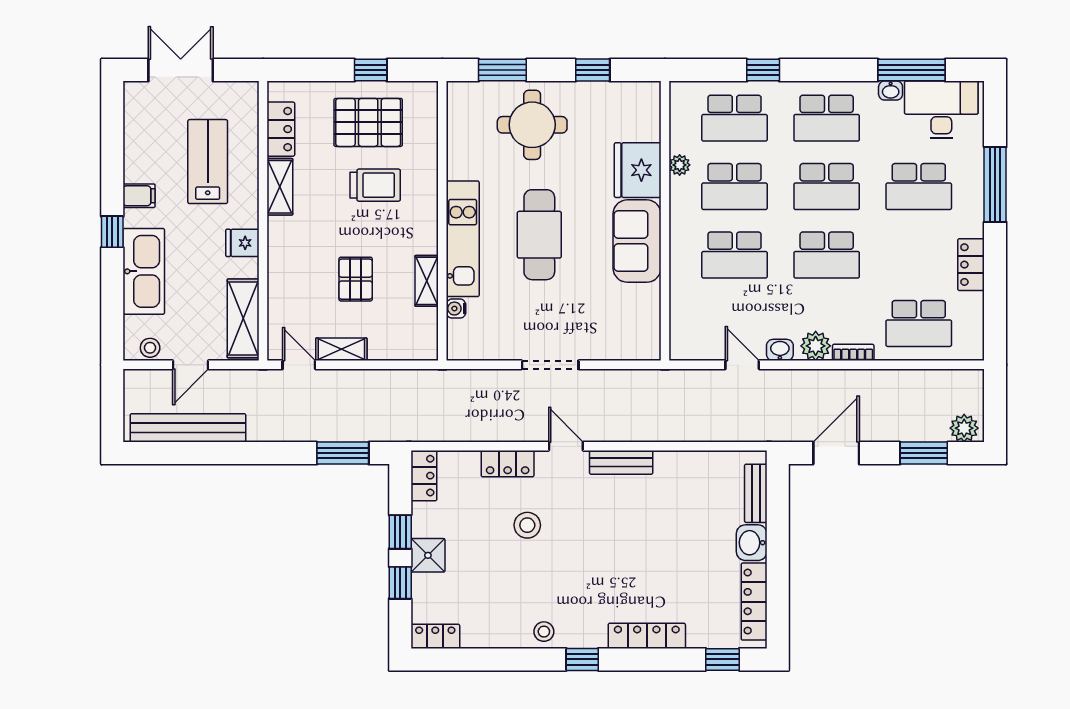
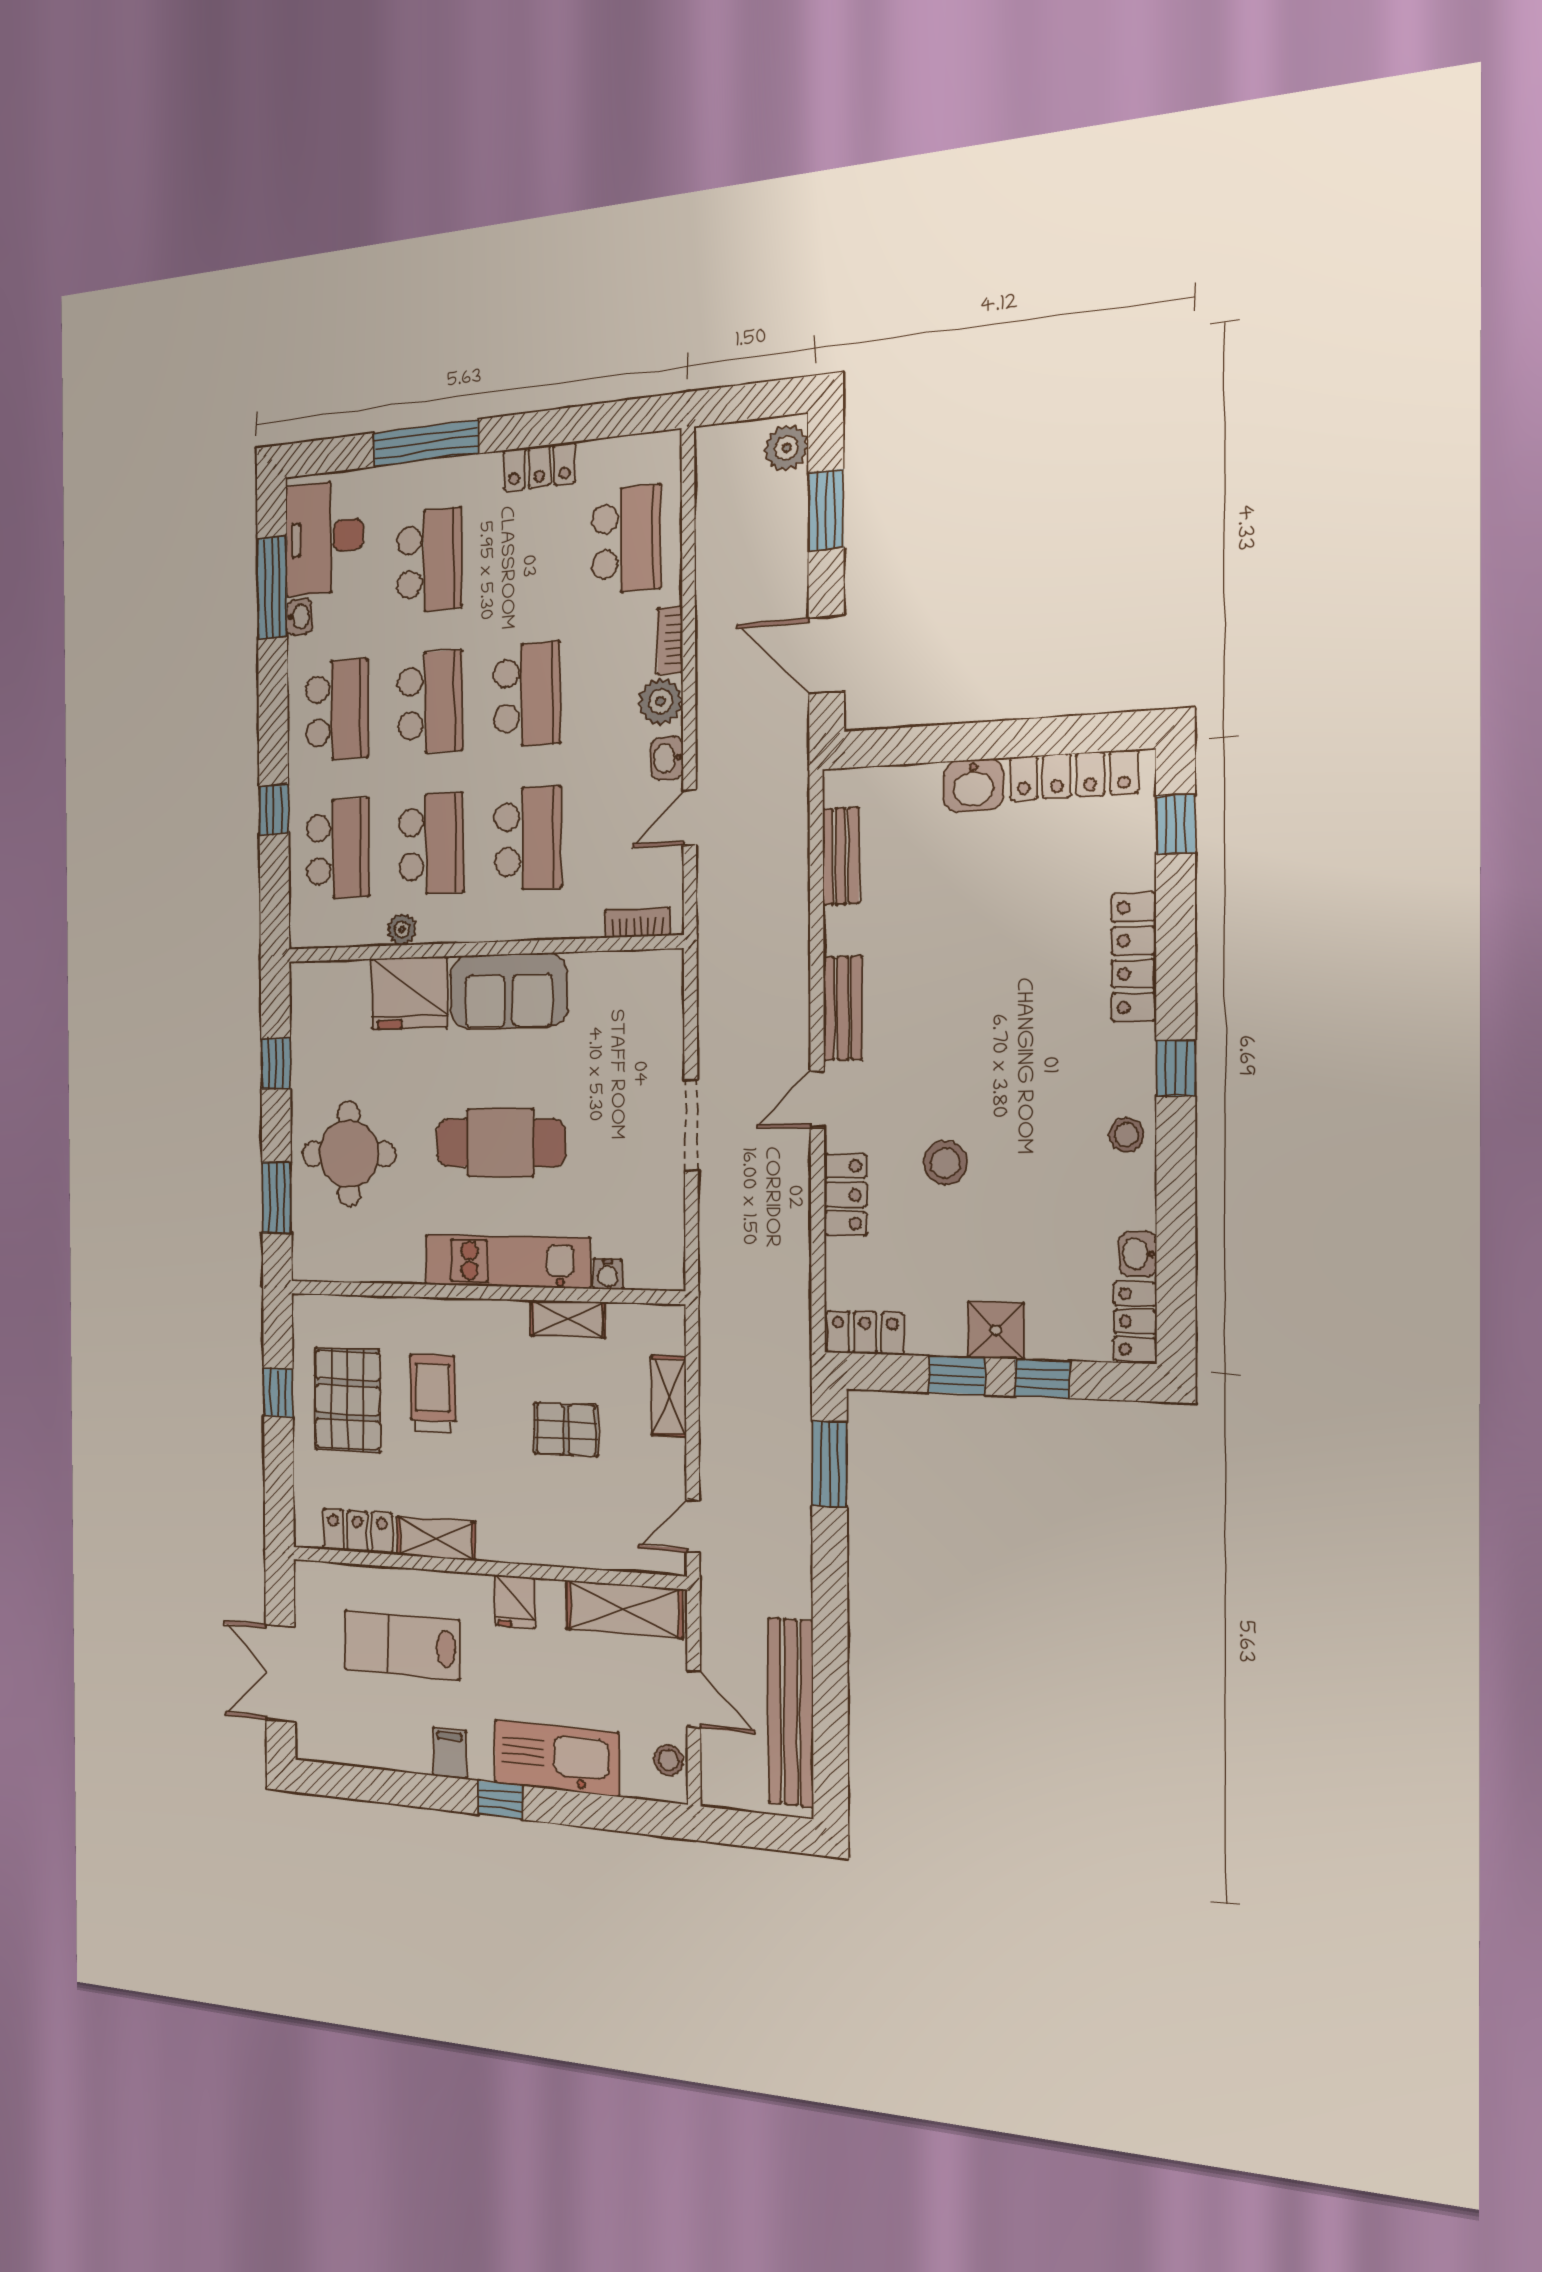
bookcase: (678, 330) -> (638, 923), added
shelving: (341, 349) -> (669, 1396), moved
bench: (756, 493) -> (841, 856), moved, turned 90
washbasin: (475, 638) -> (1138, 1254), added

